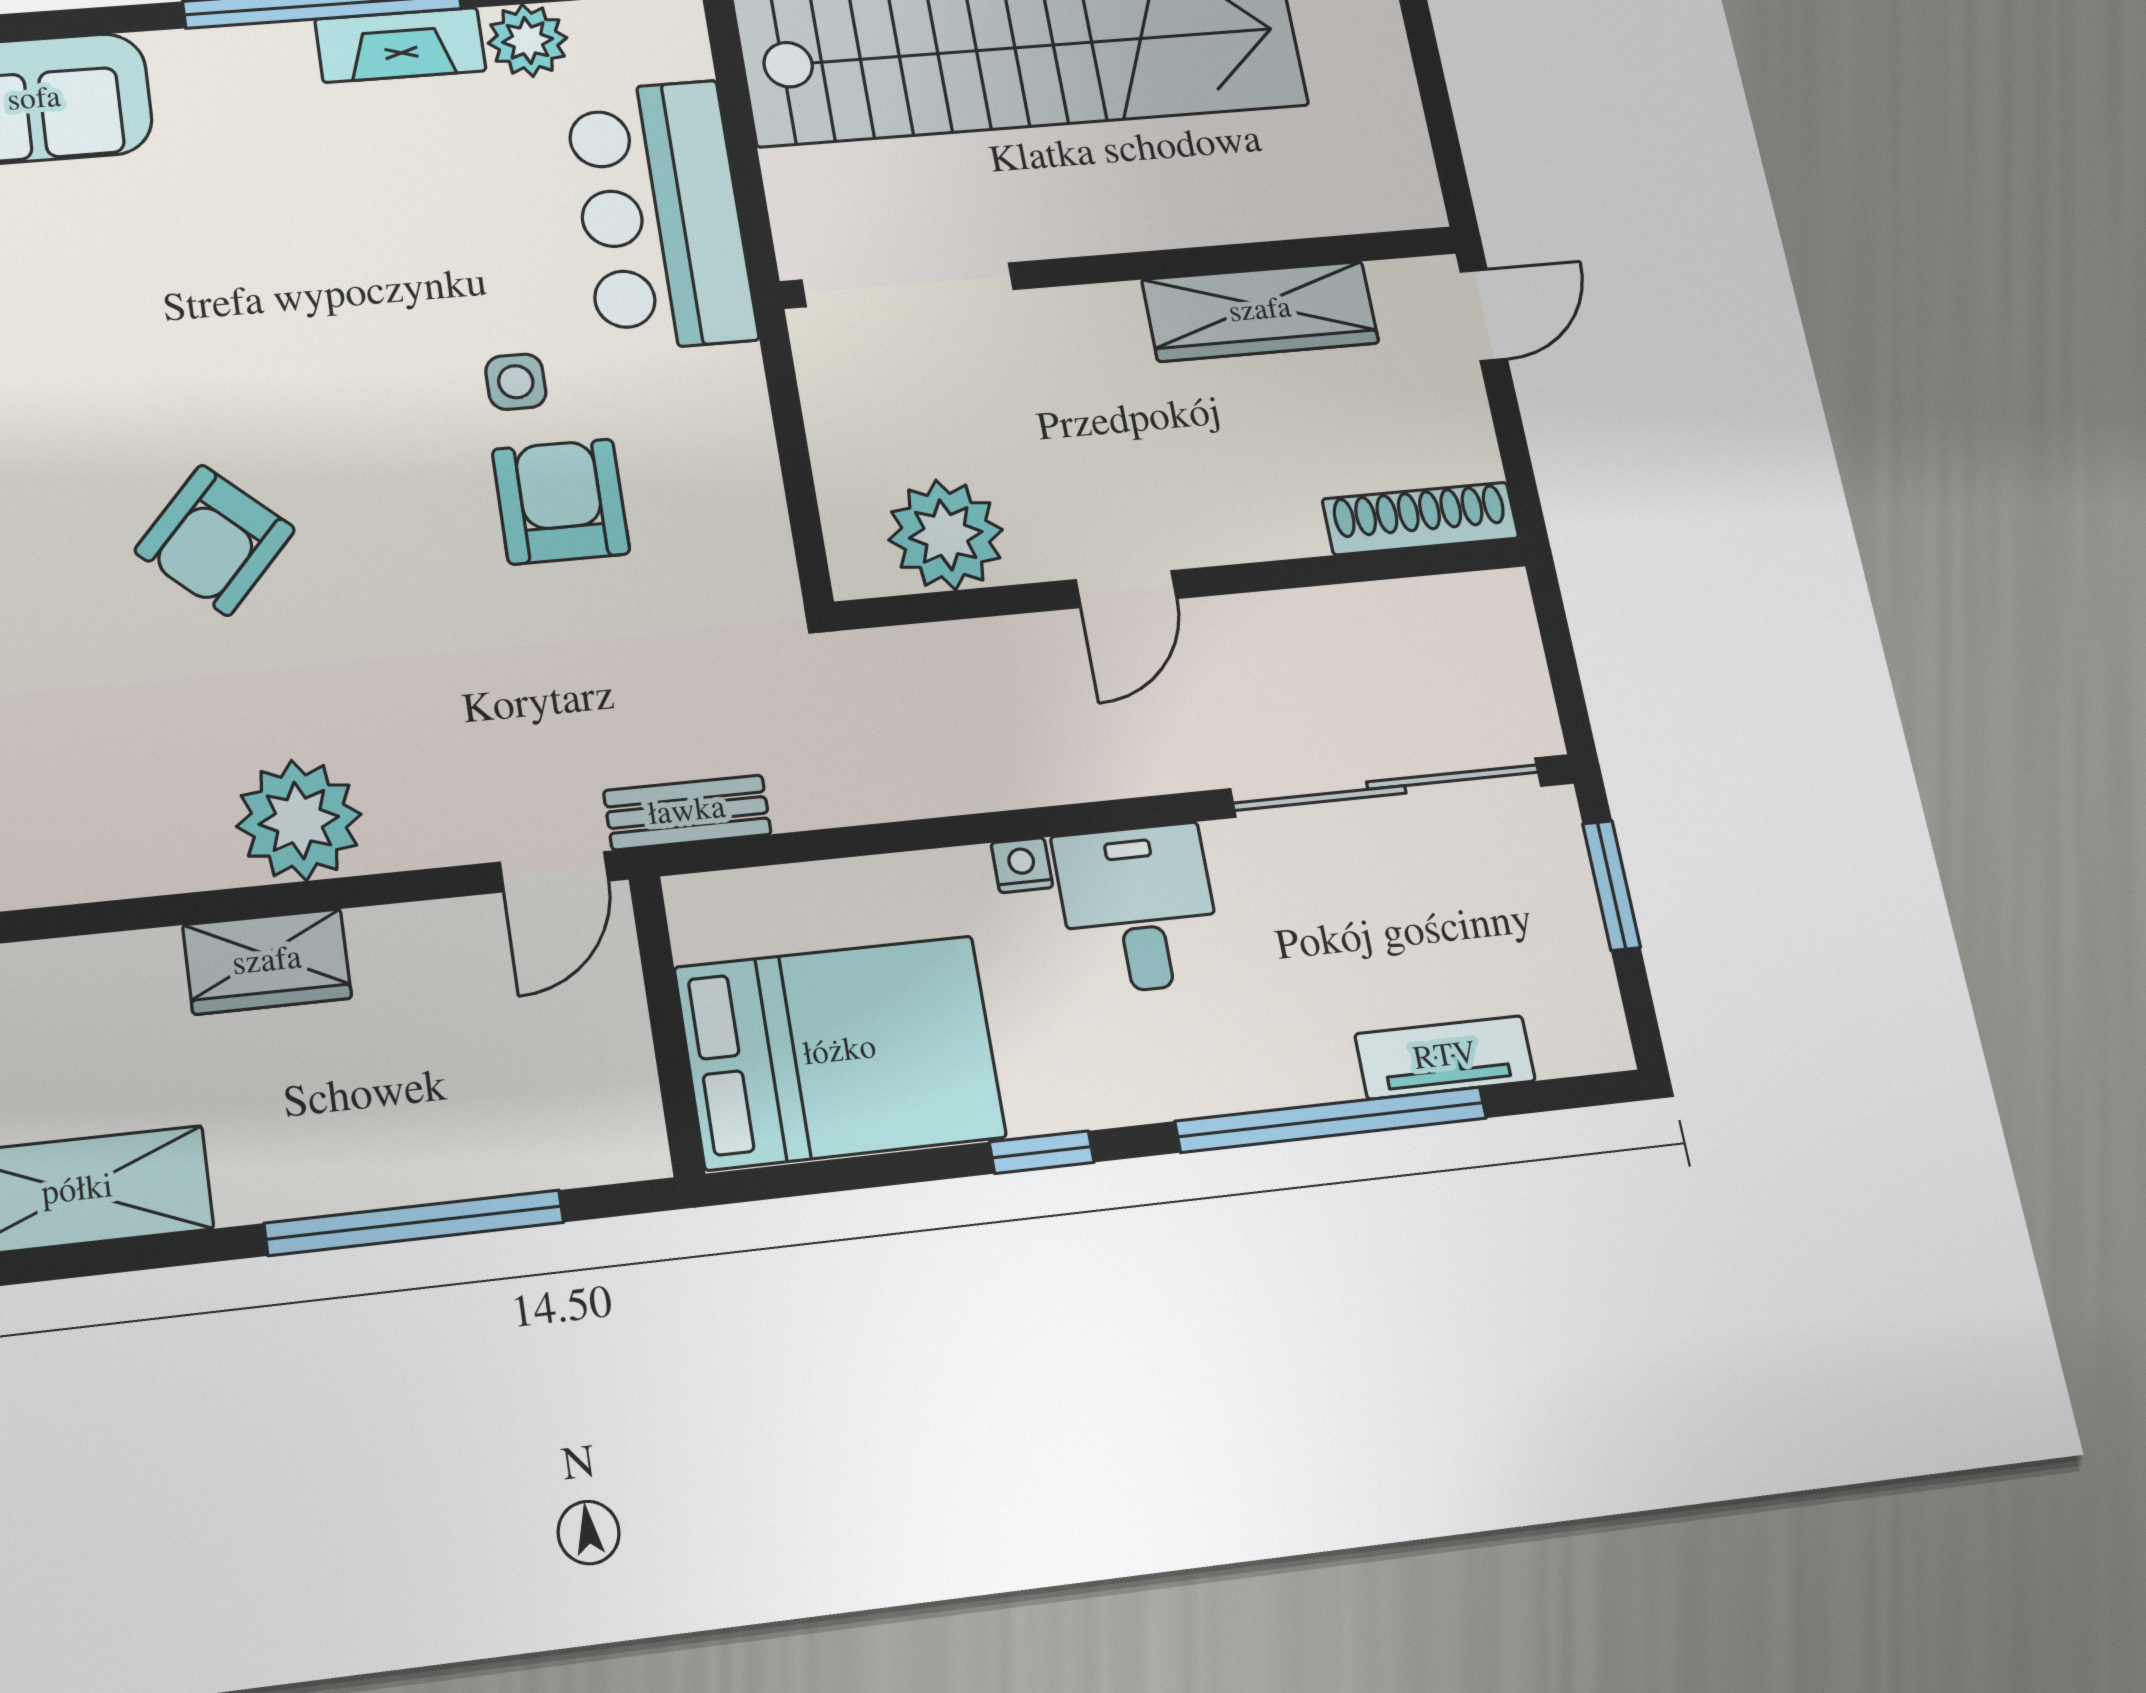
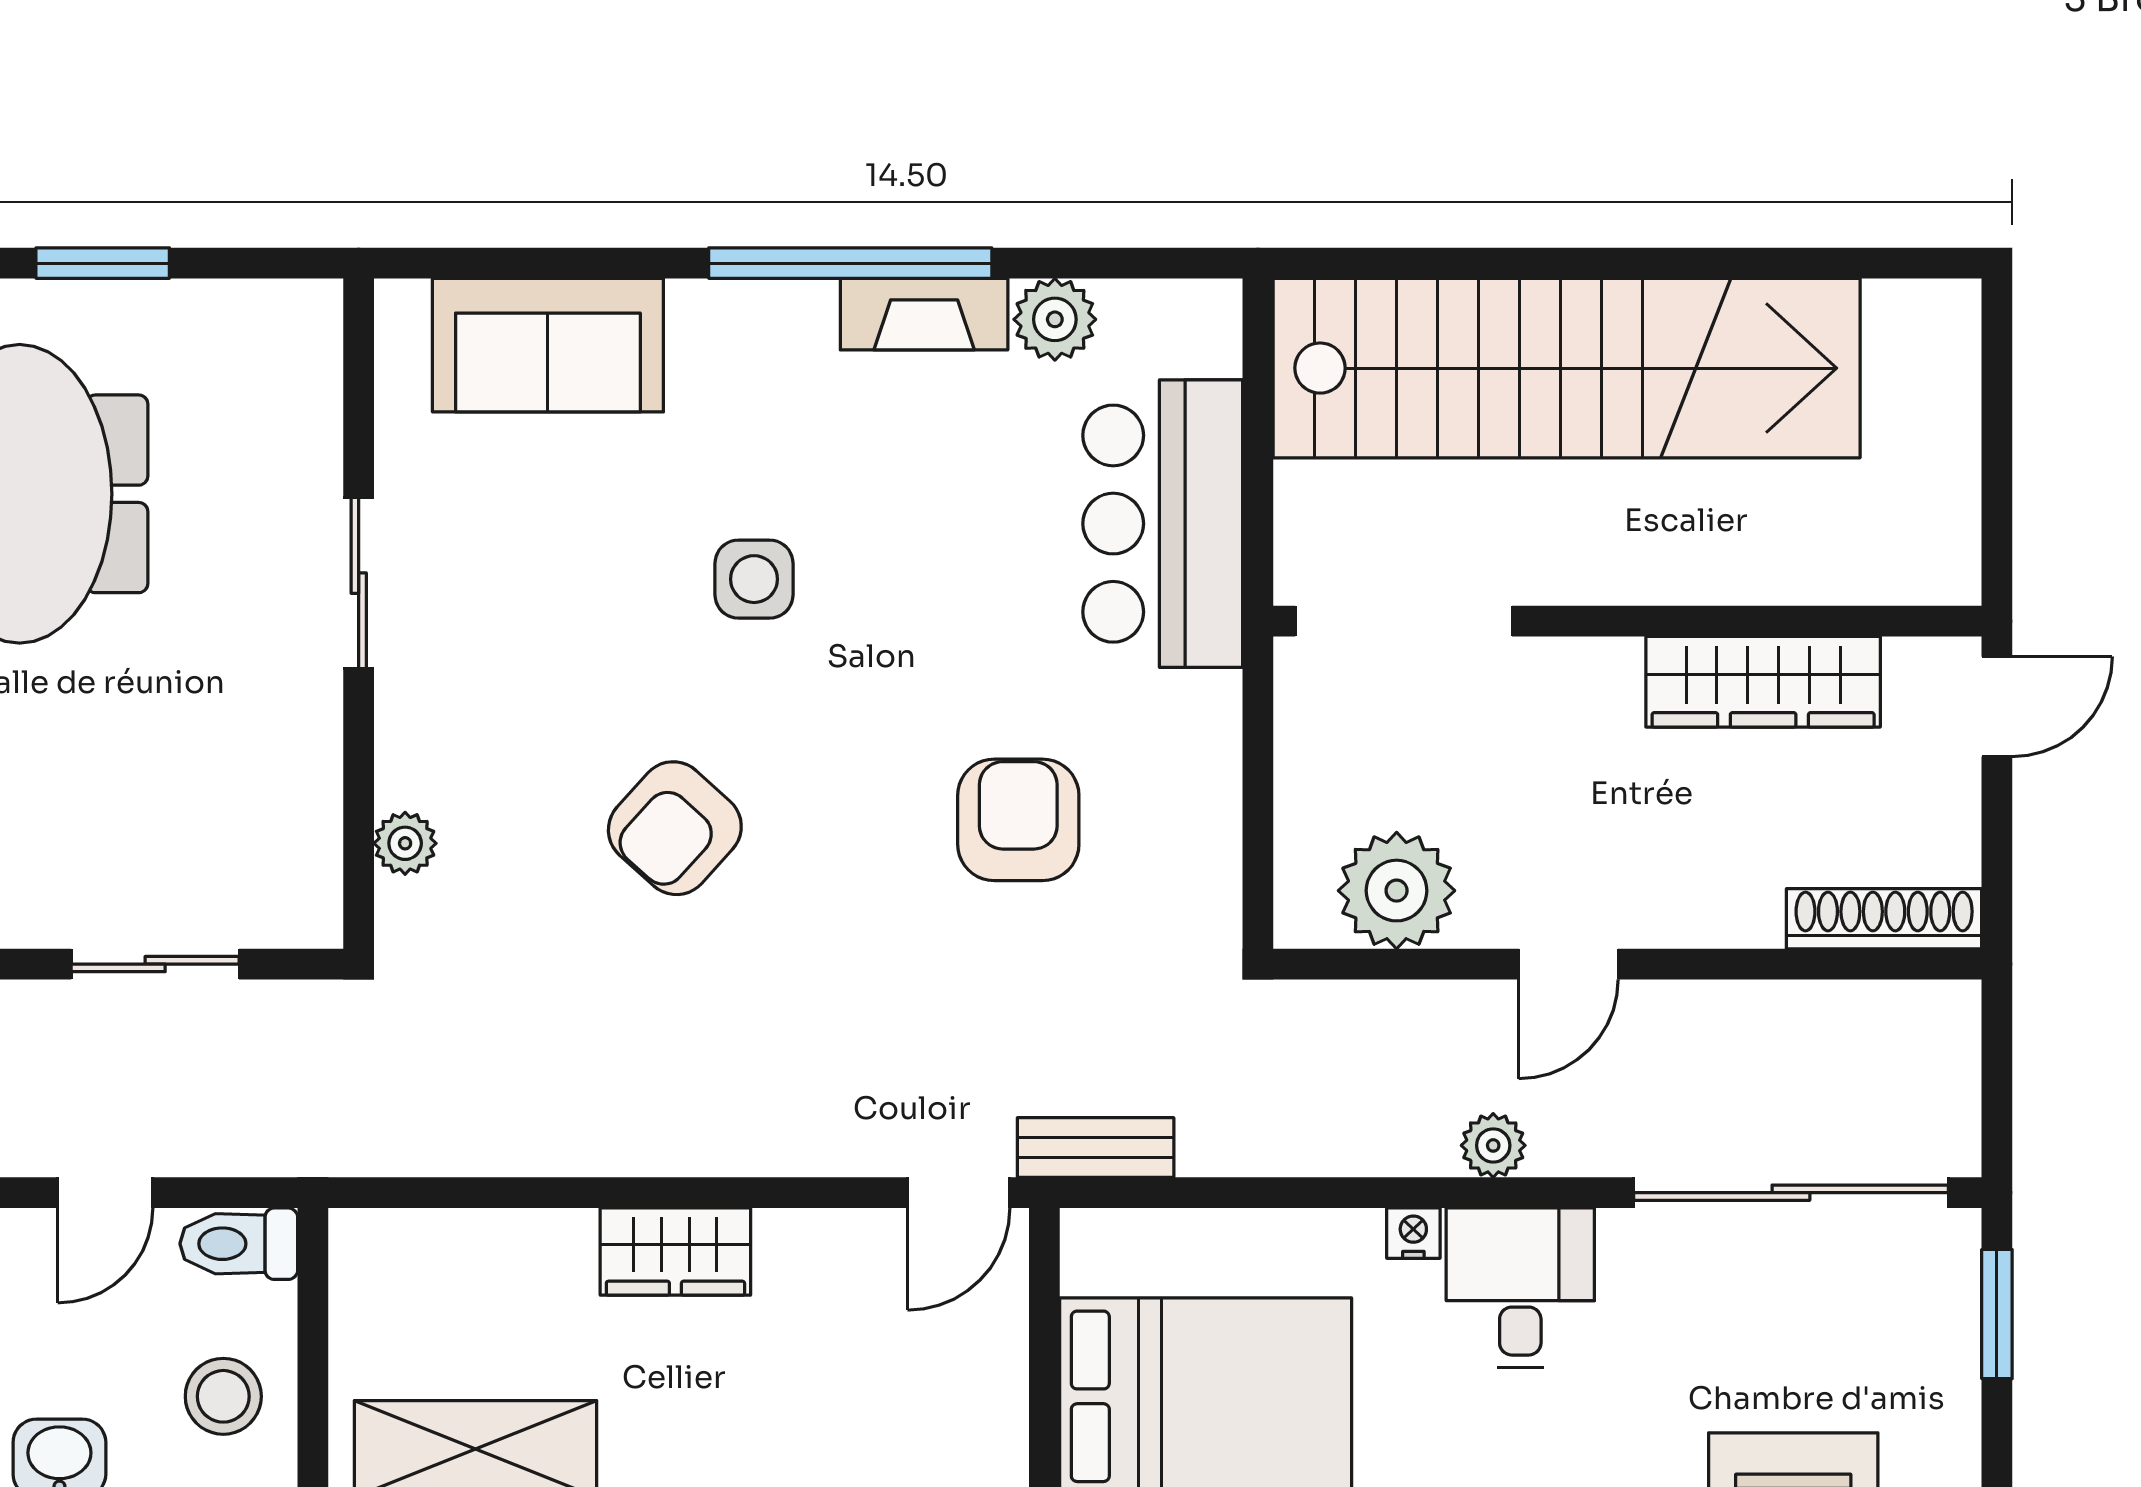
side table: (516, 382) -> (754, 579), moved, width x1.37, depth x1.37
plant: (299, 820) -> (1493, 1145), moved, width x0.53, depth x0.53

